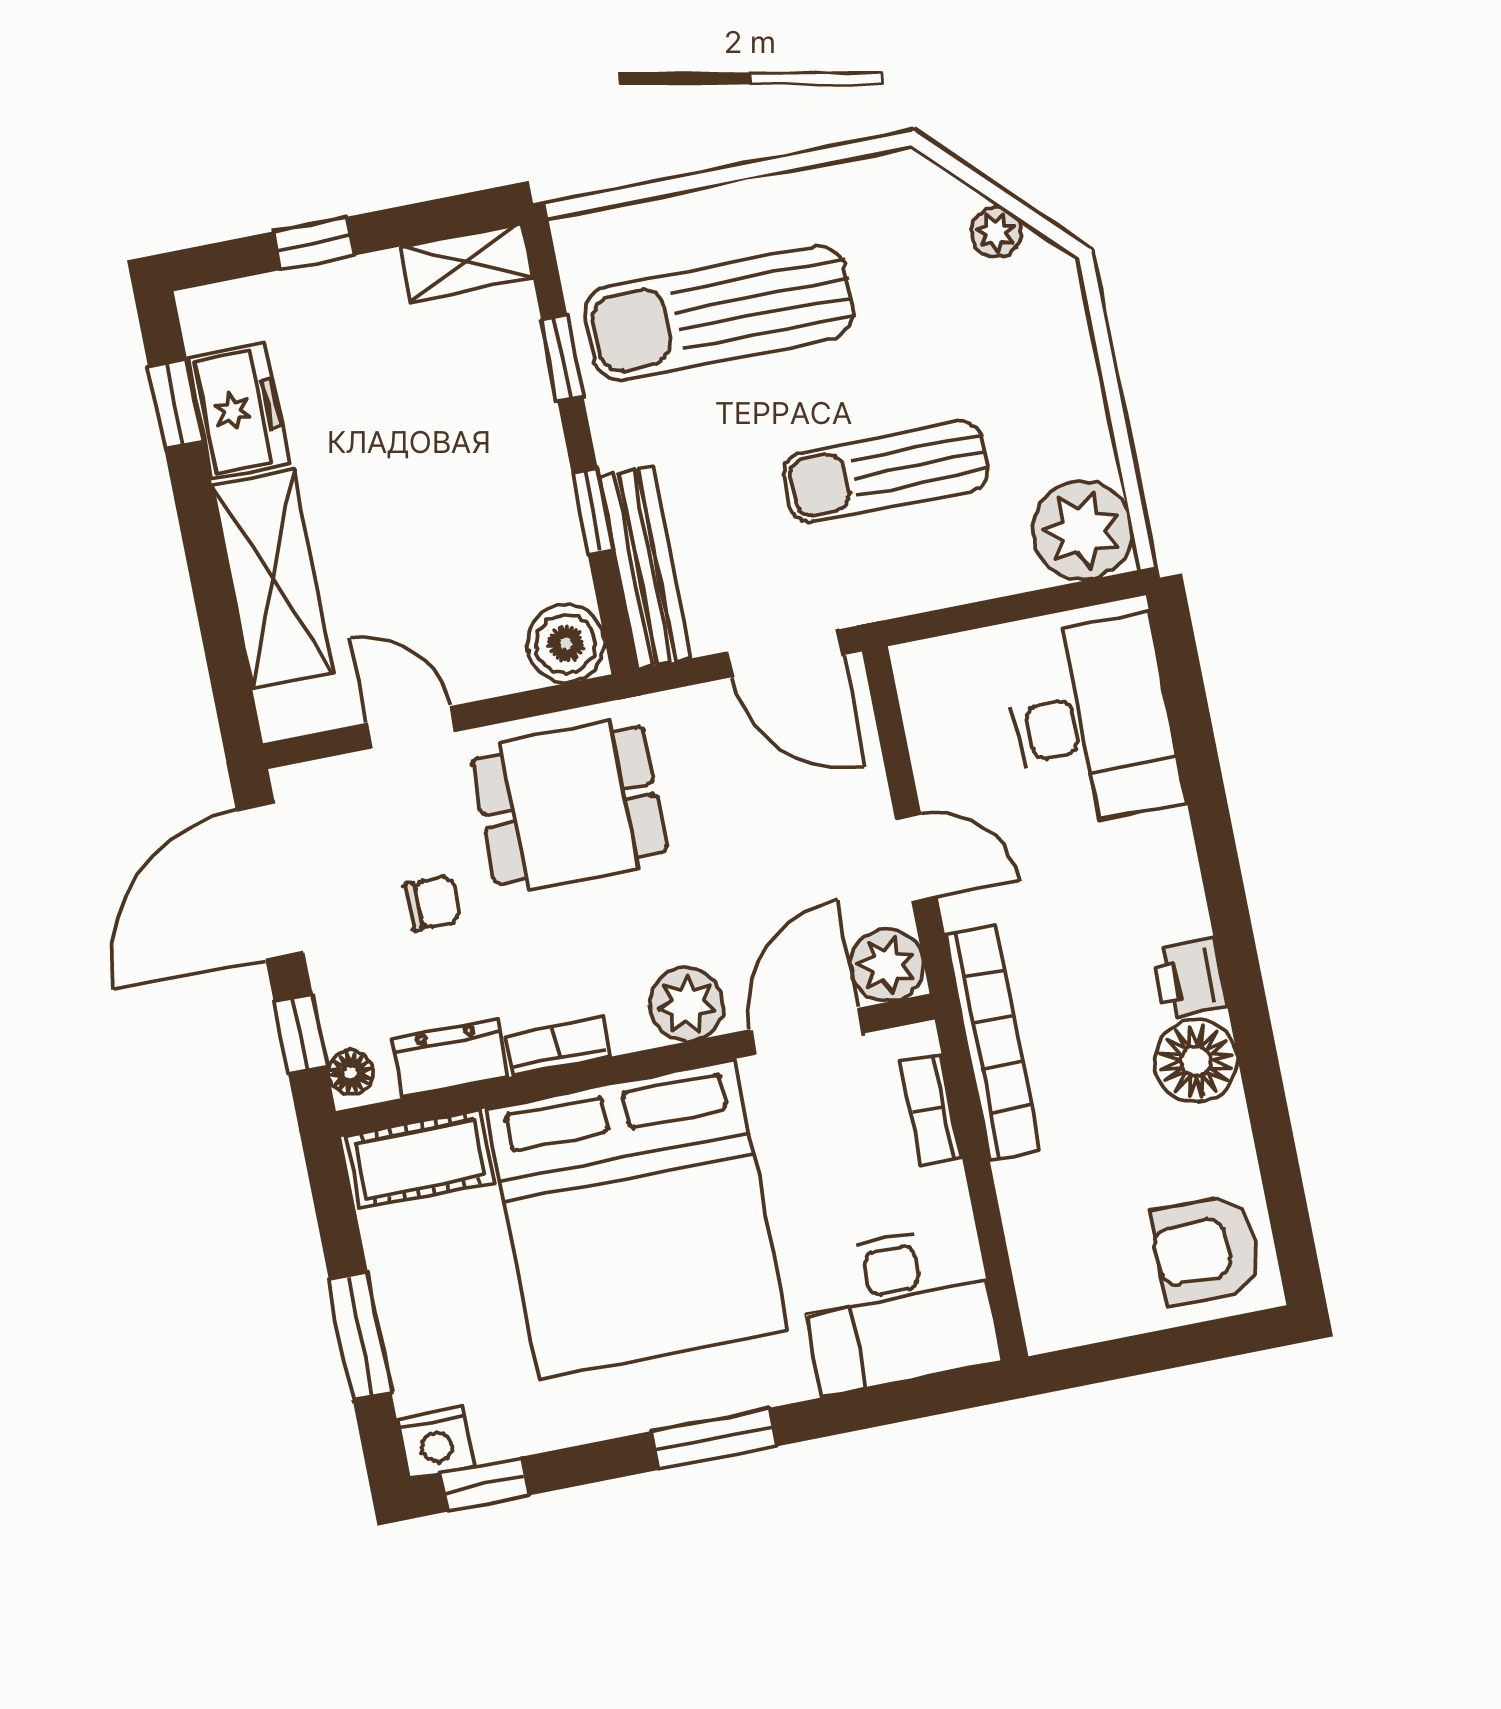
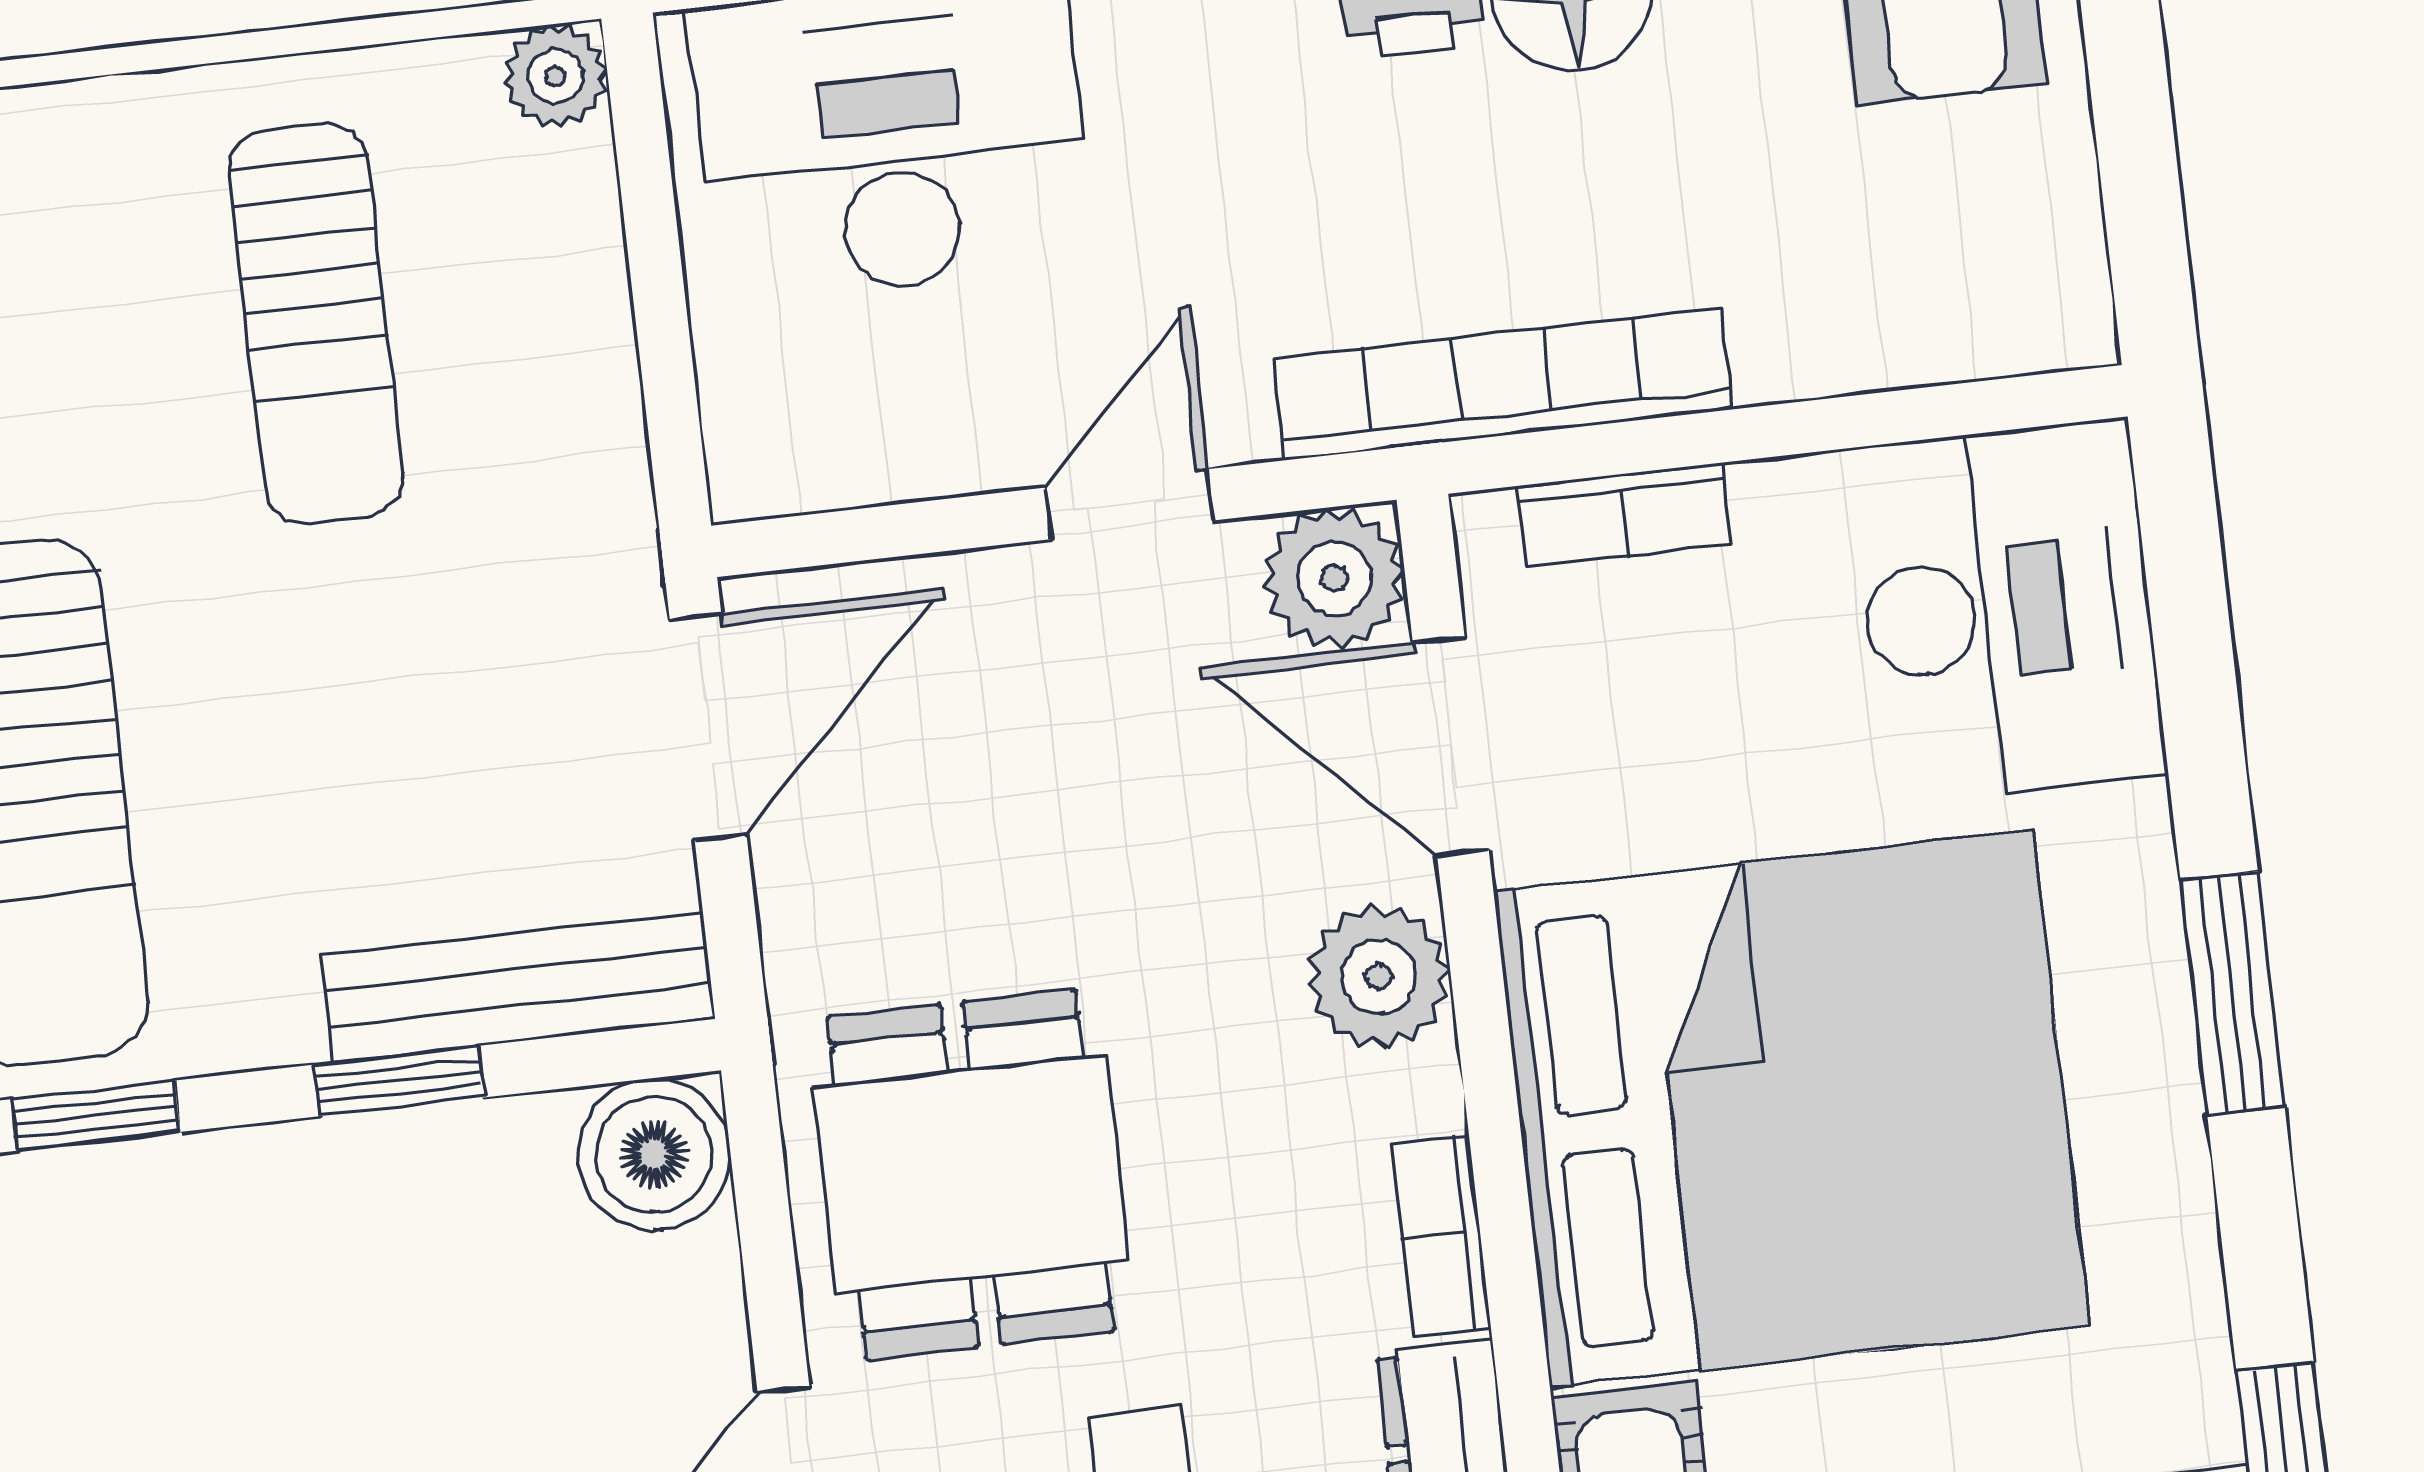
sun lounger: (886, 472) -> (316, 324), moved
plant: (1082, 530) -> (555, 76), width x0.53, depth x0.53

